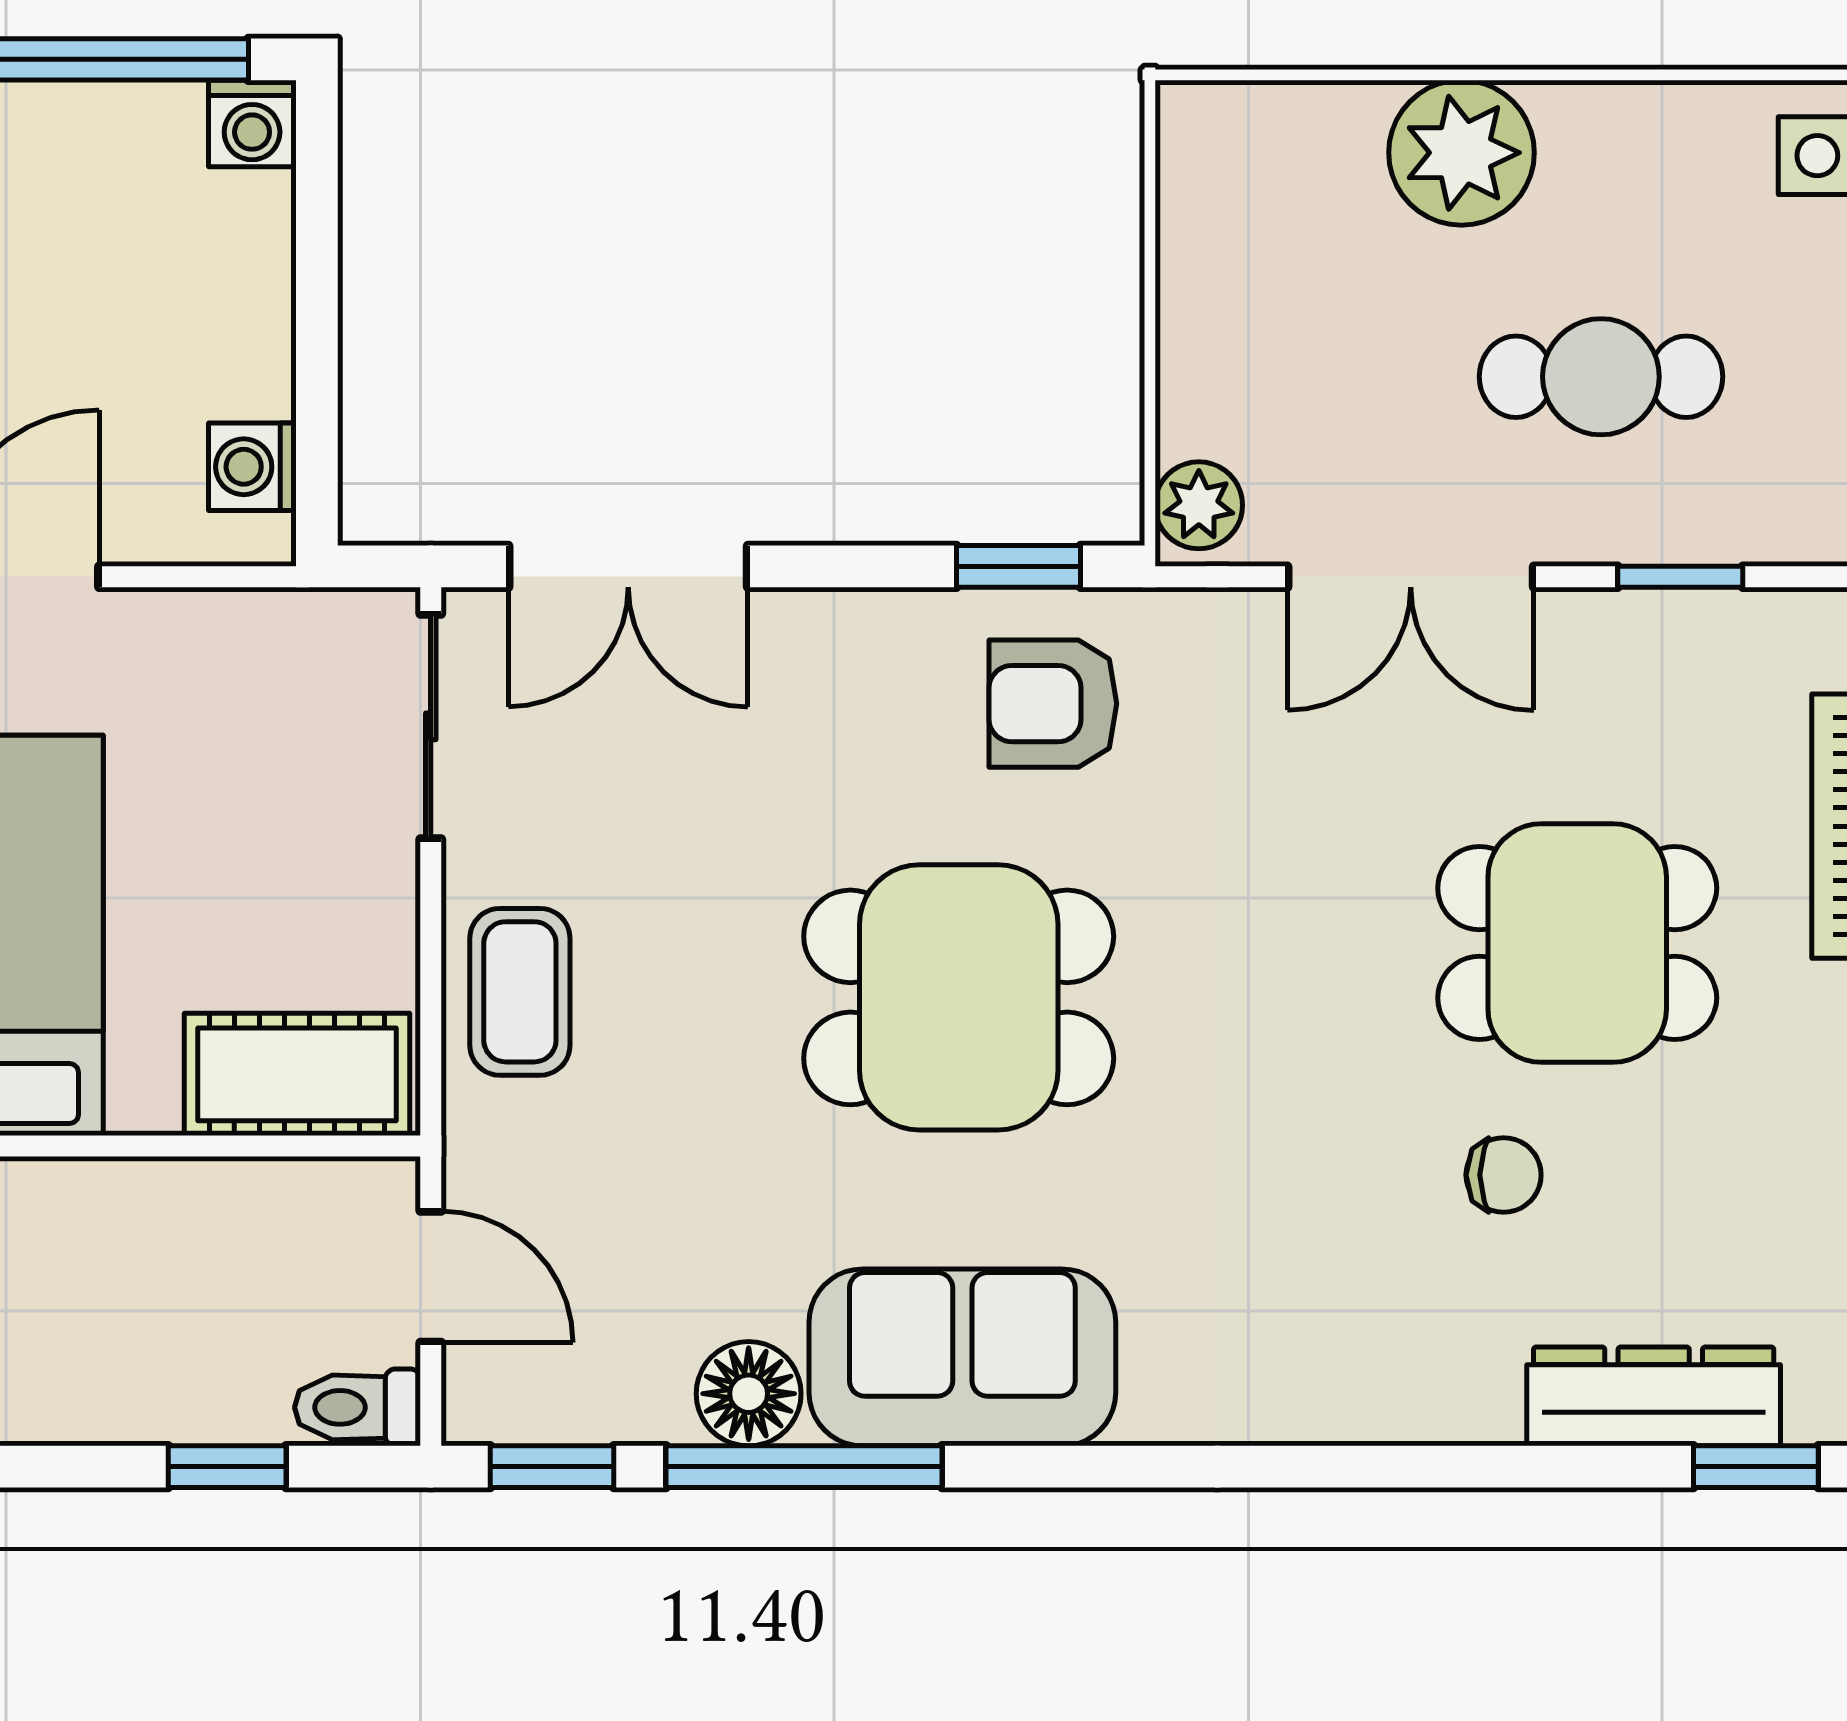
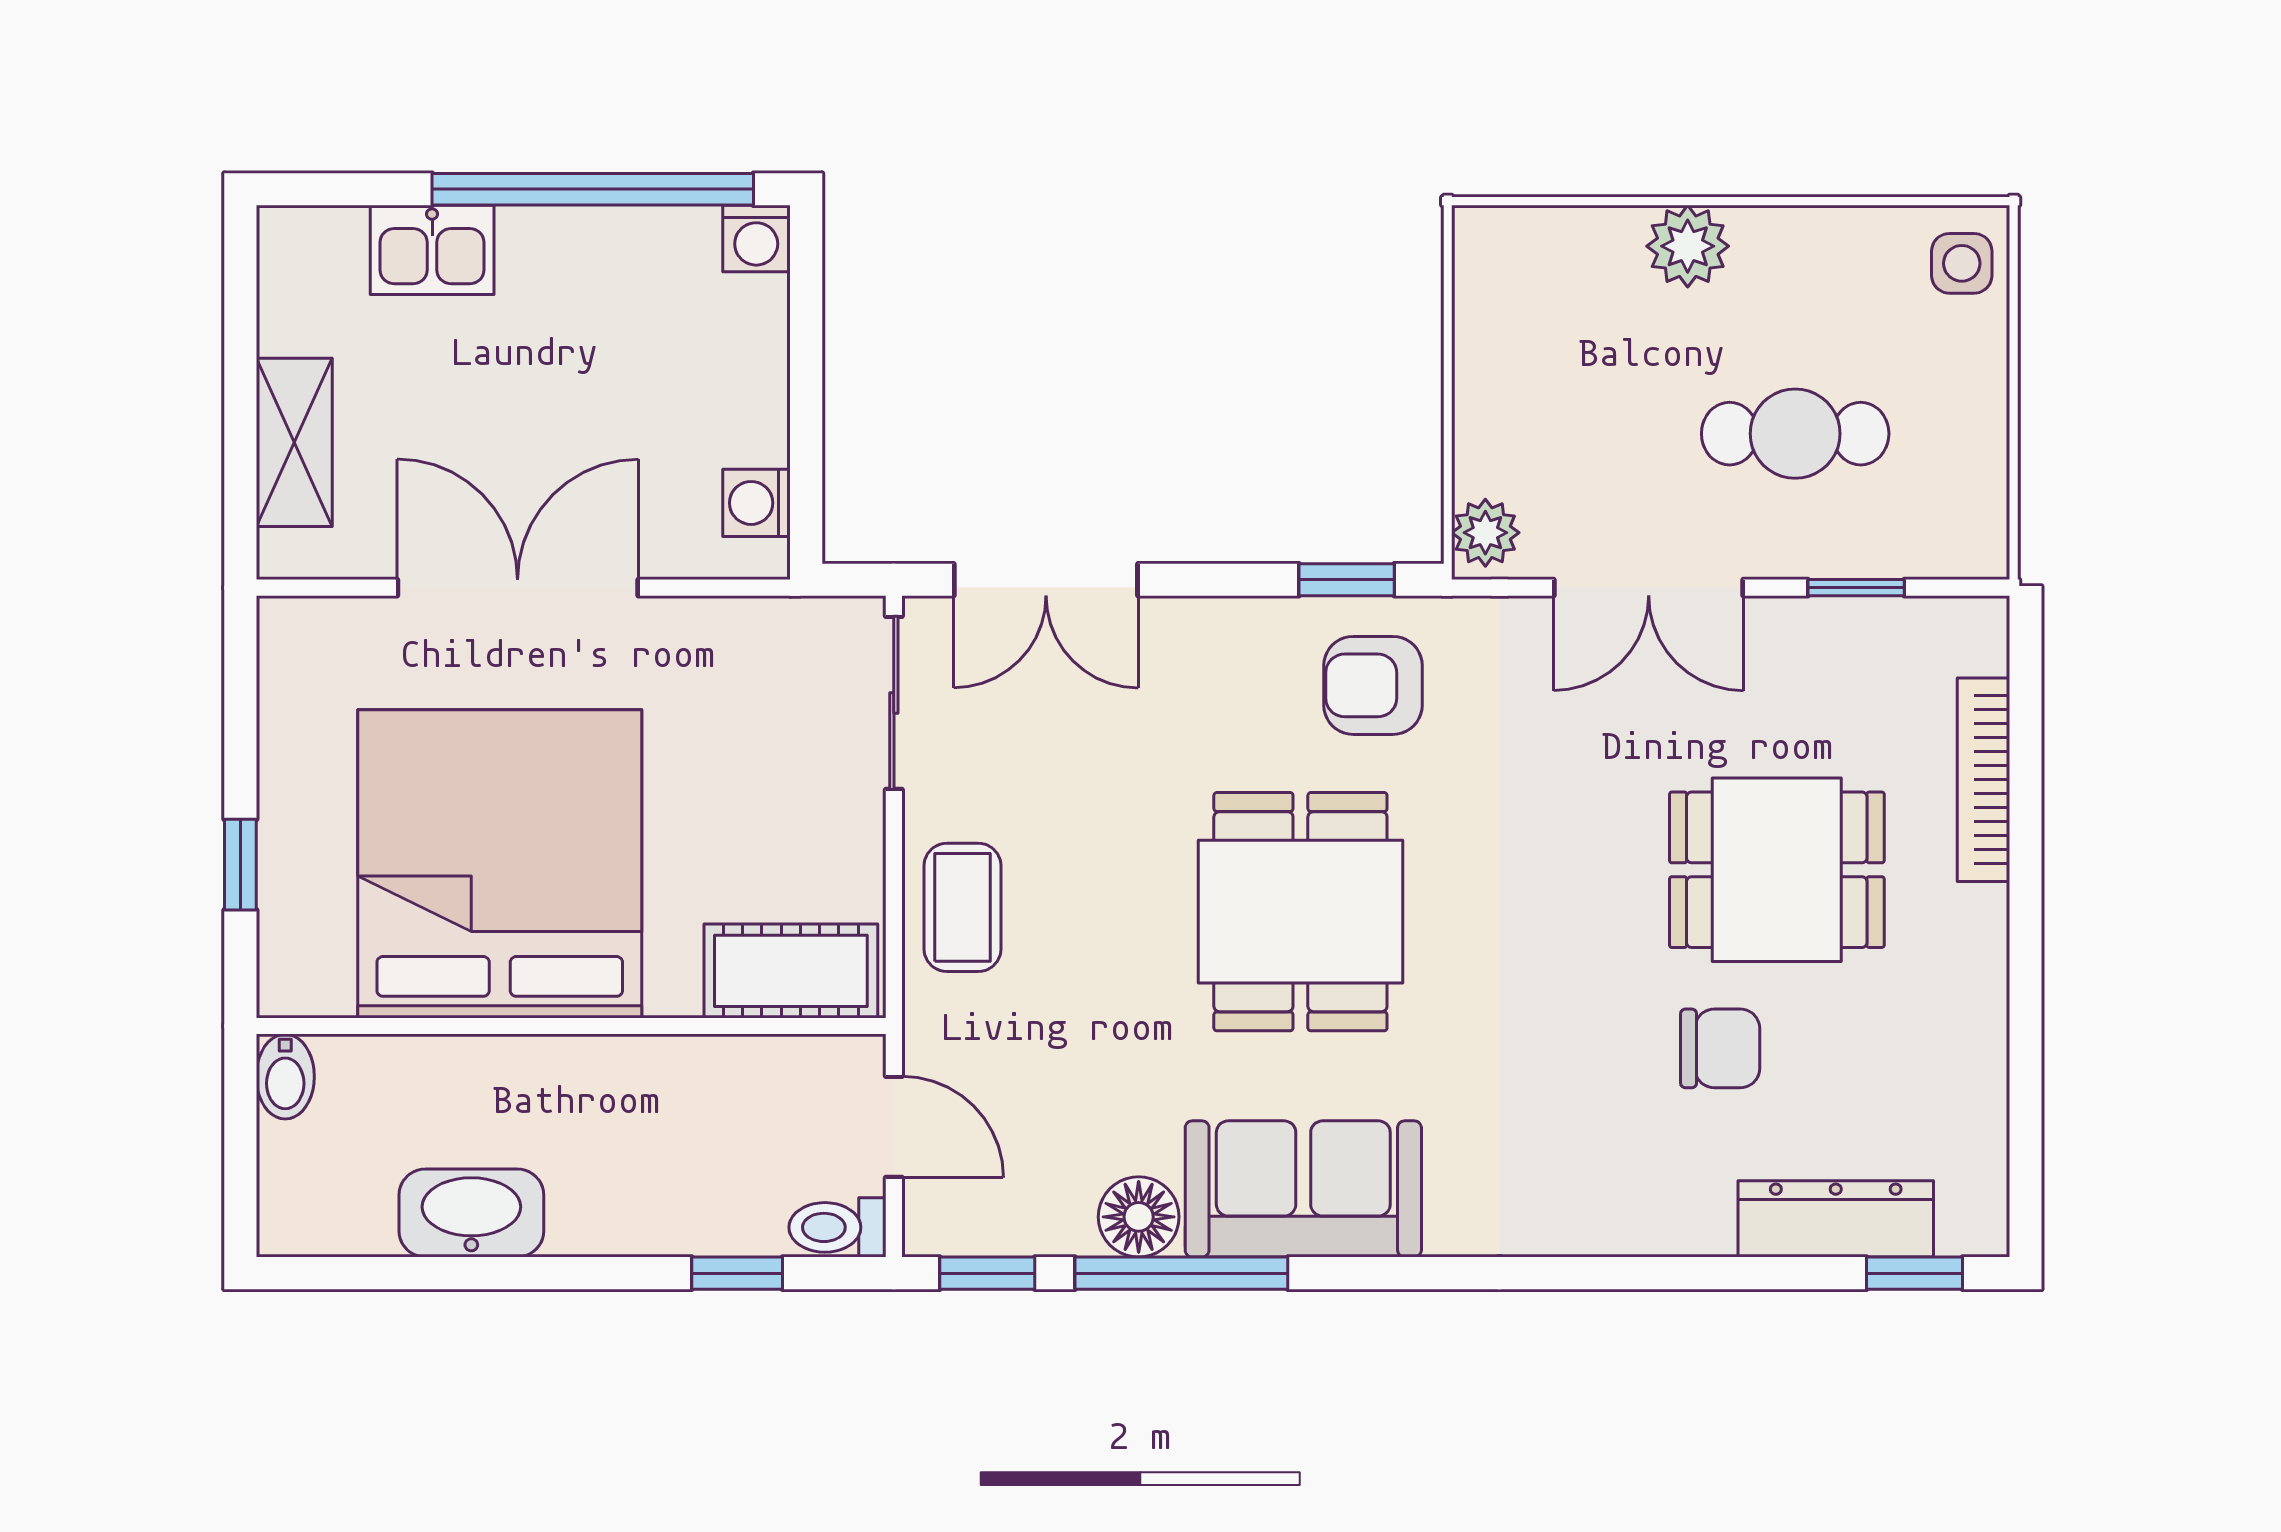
plant: (1461, 153) -> (1688, 246), width x0.73, depth x0.73
dining table: (959, 997) -> (1300, 912), turned 90
chair: (1504, 1175) -> (1720, 1048), width x1.37, depth x1.37

